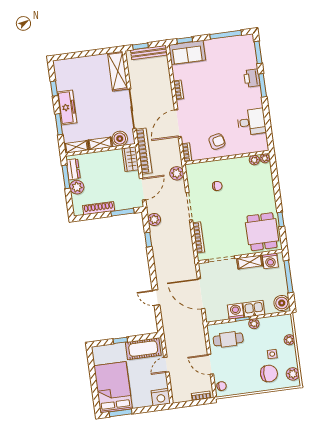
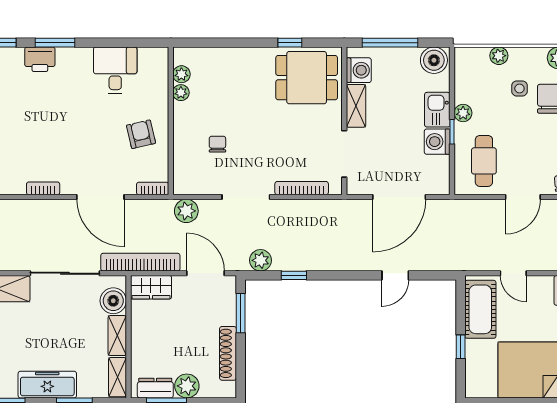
plant: (265, 158) -> (181, 93), moved

